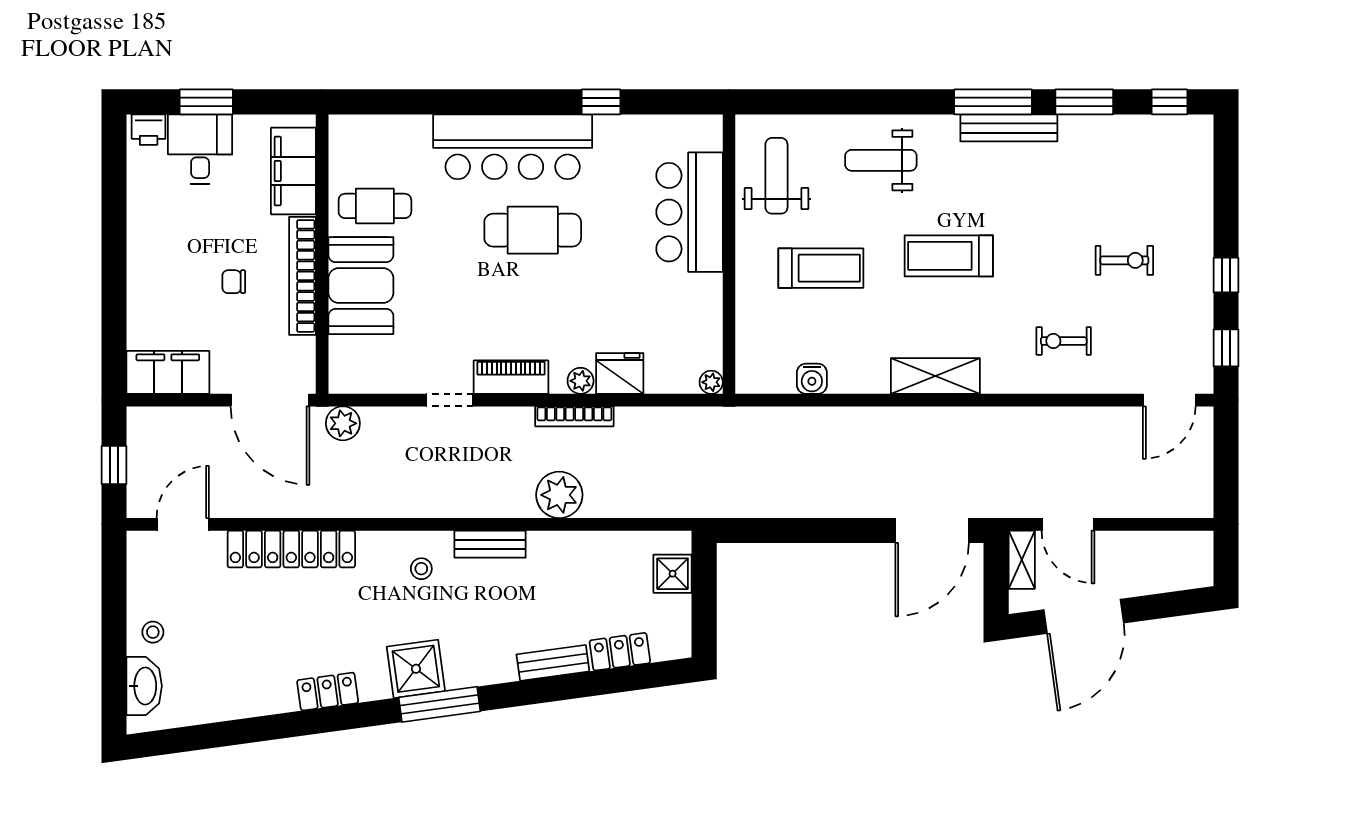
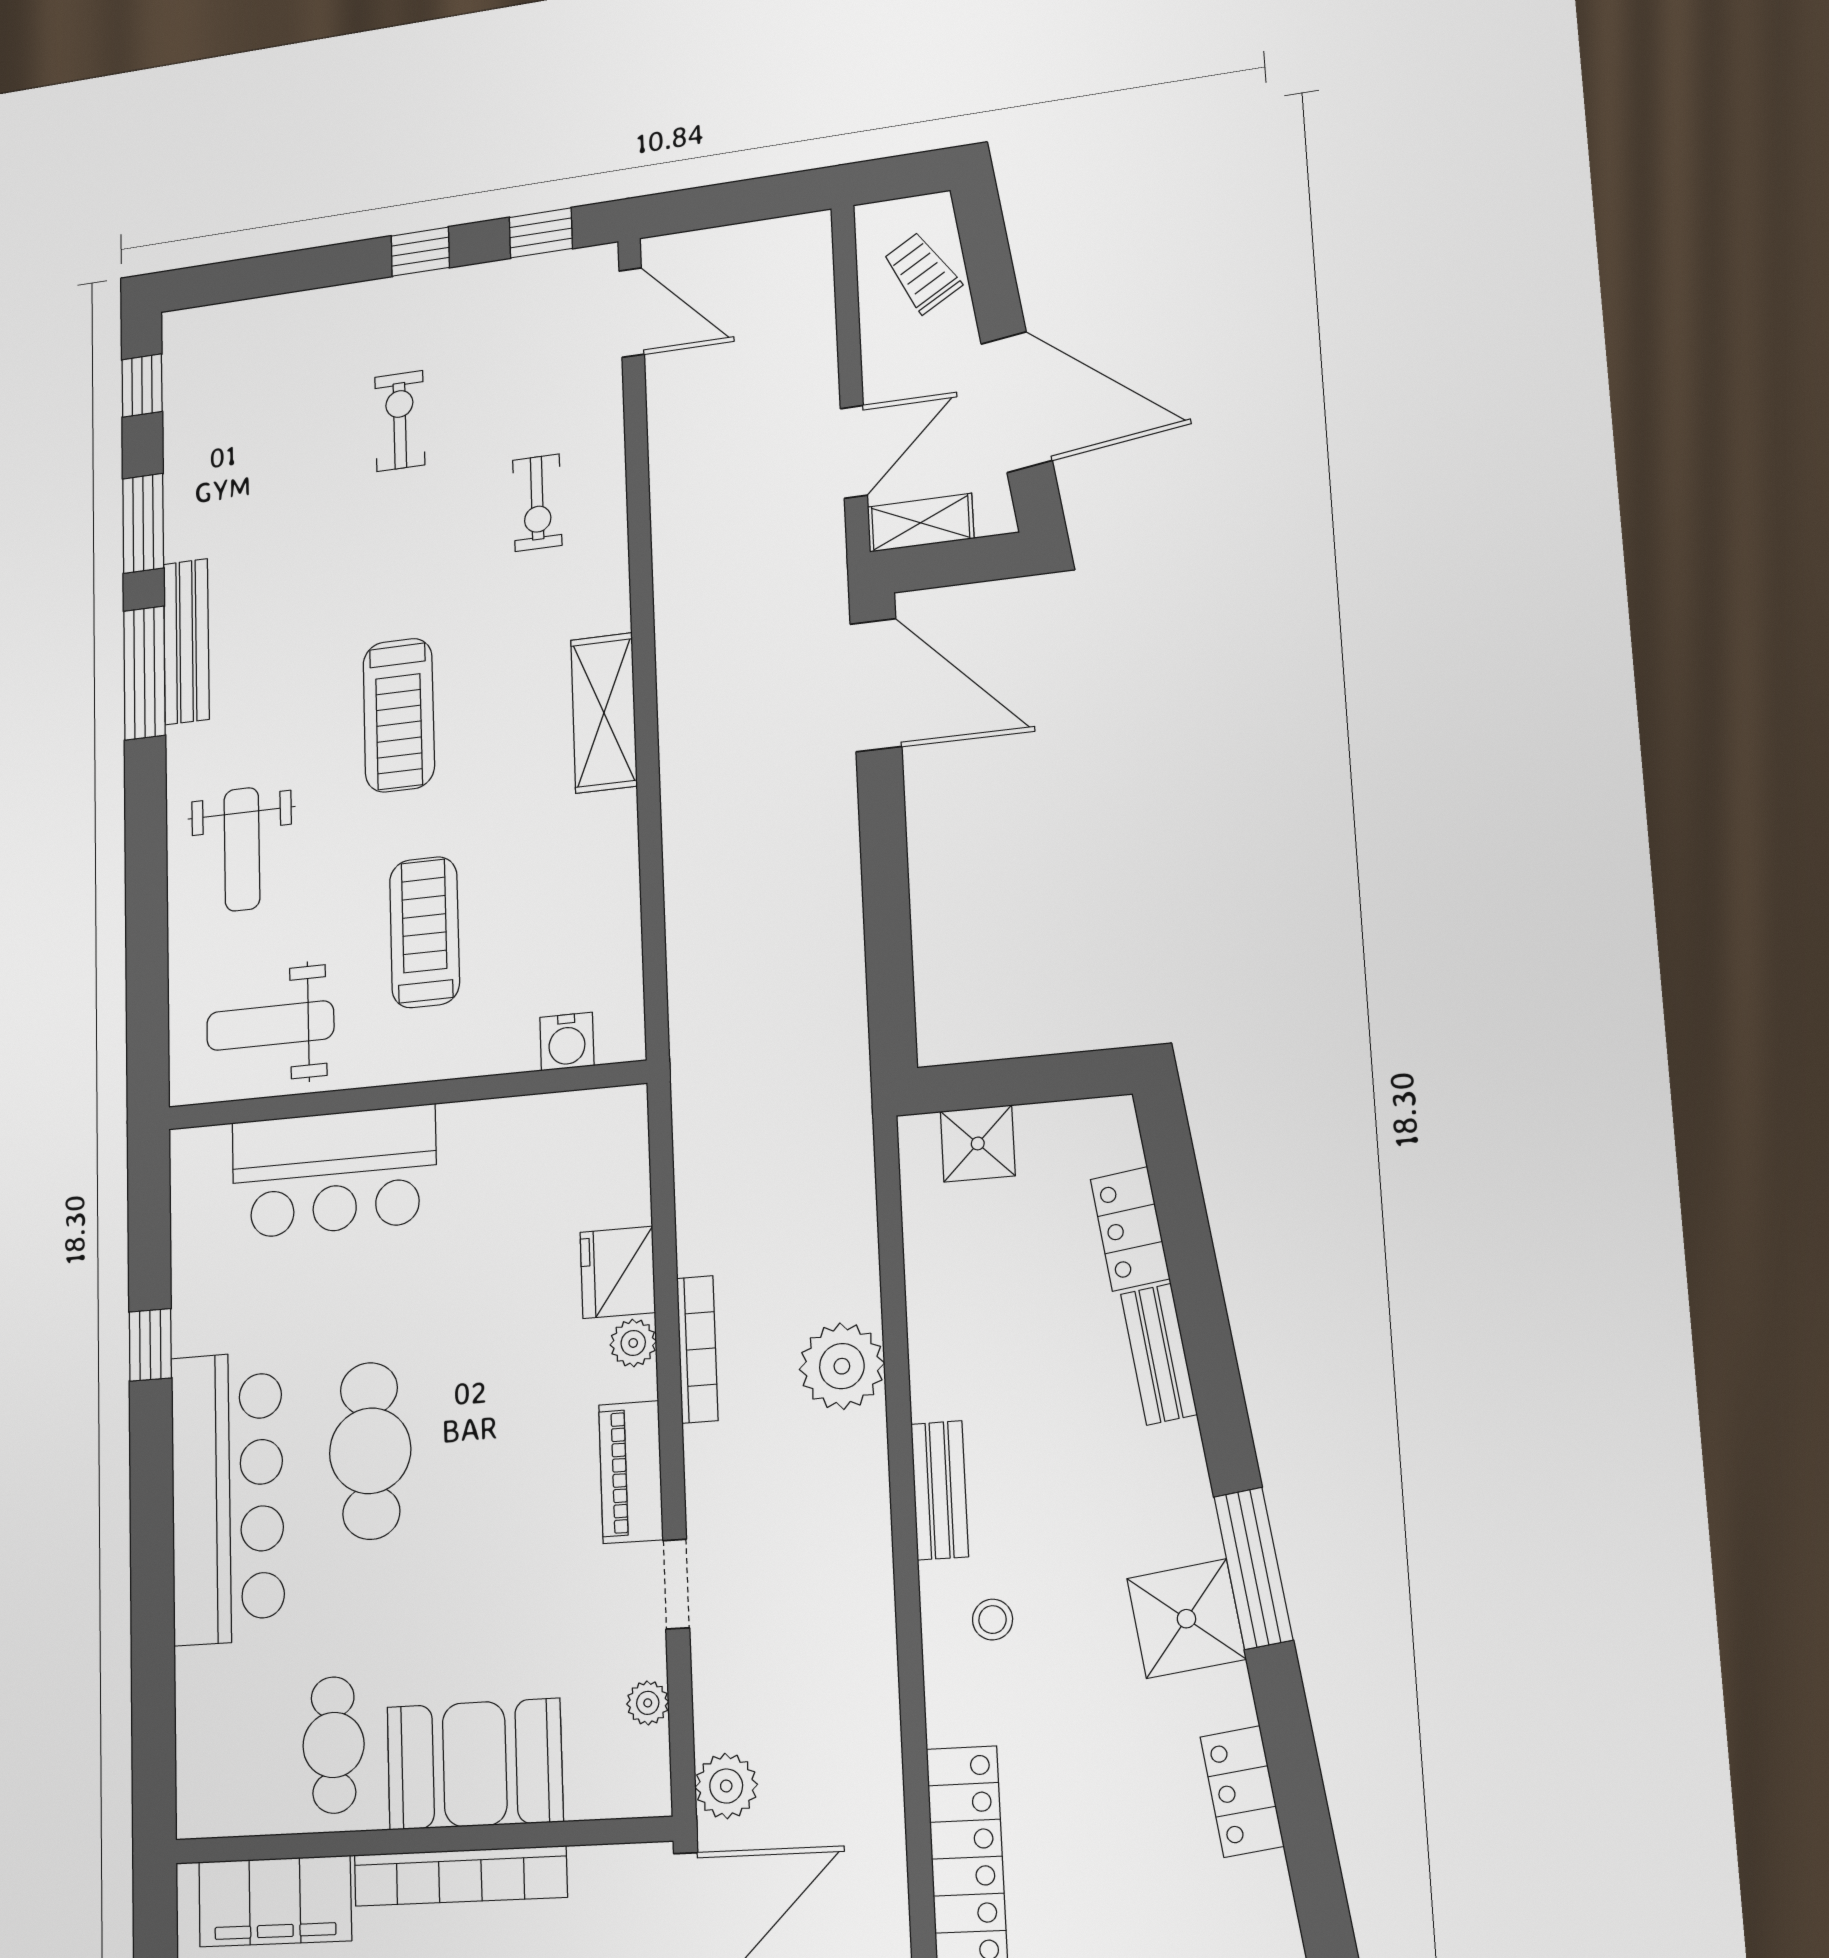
water cooler: (812, 379) -> (567, 1041), moved, turned 90
plant: (711, 382) -> (648, 1703), moved
trolley: (1167, 567) -> (922, 273), added

